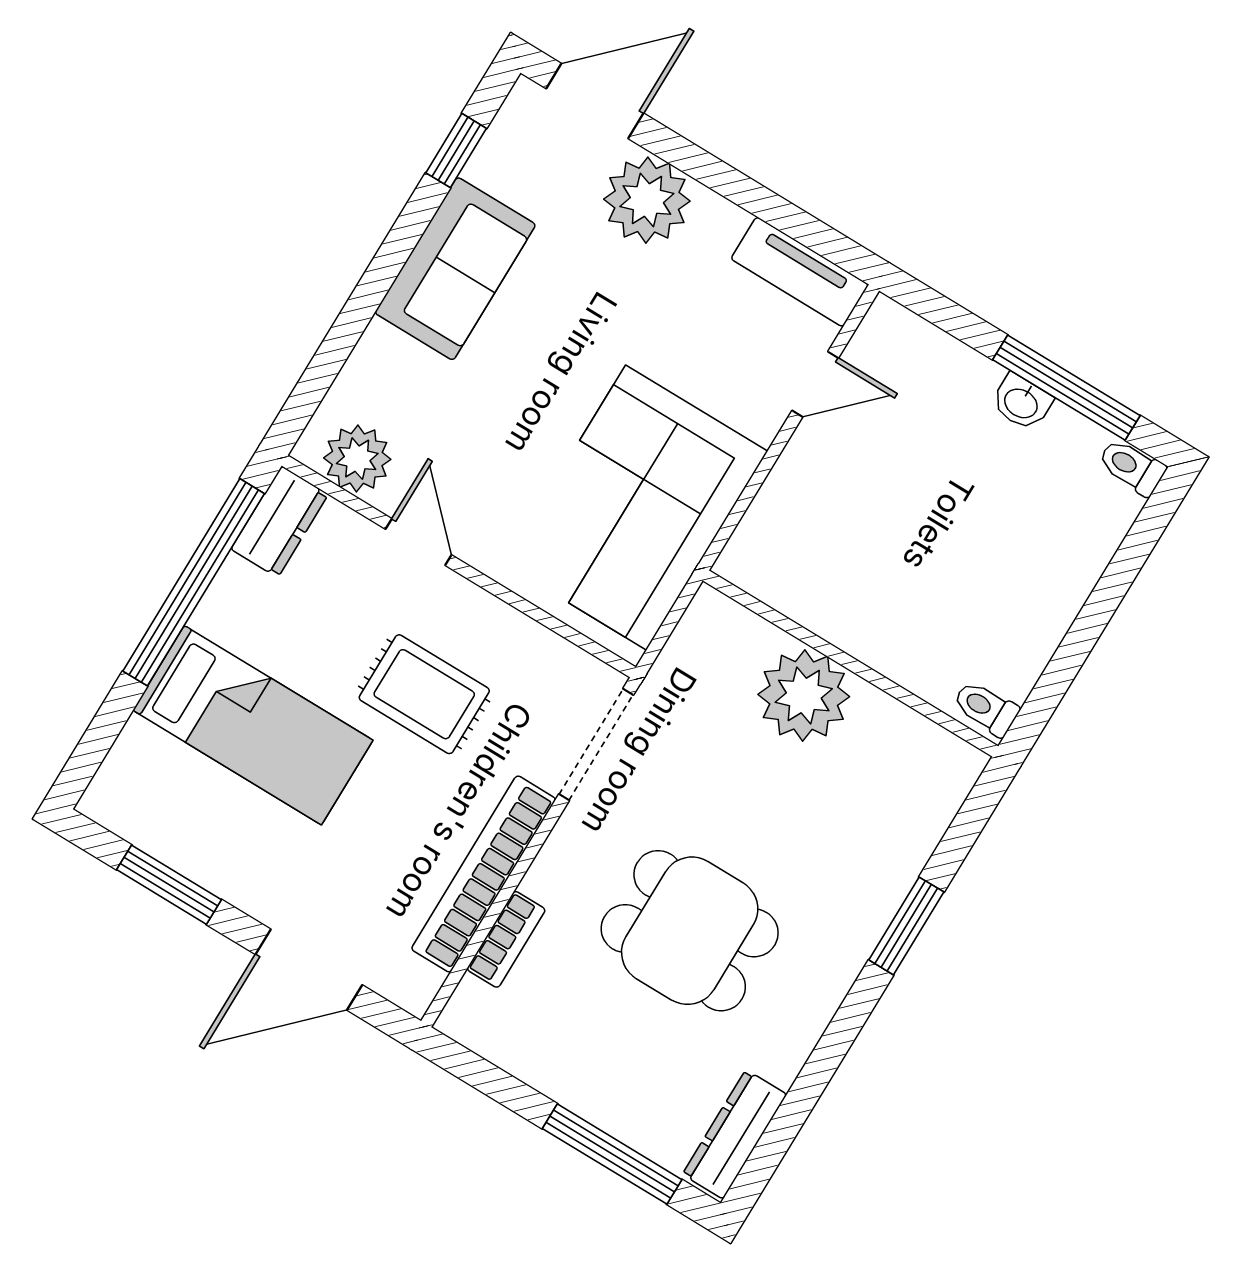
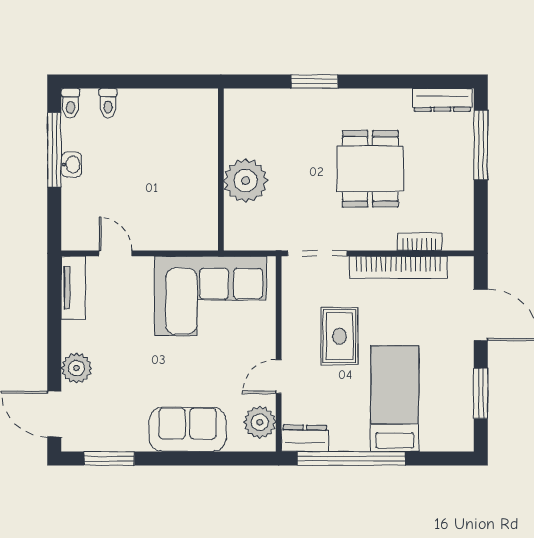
window: (456, 151) -> (109, 458), width x1.50
plant: (647, 200) -> (76, 368), width x0.73, depth x0.73
sofa: (455, 269) -> (188, 429), moved
toilet: (986, 708) -> (108, 103), moved

